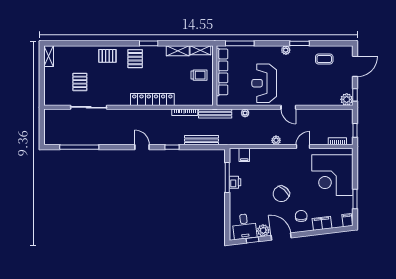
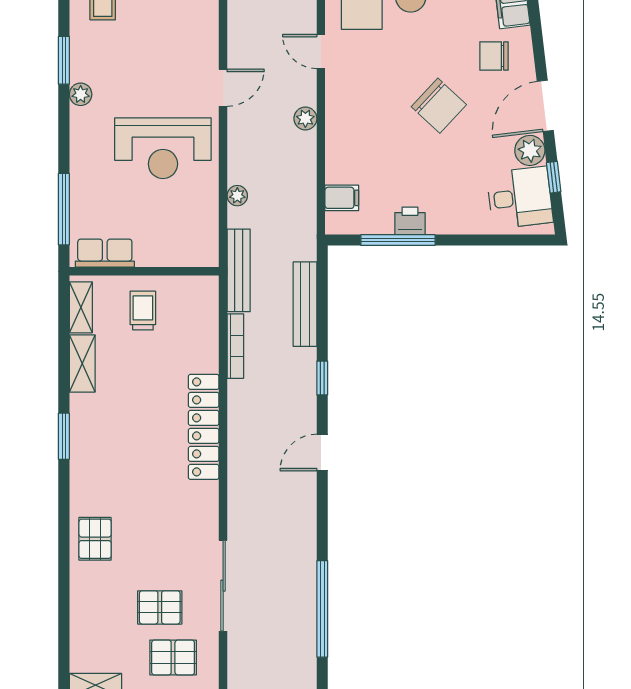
pallet: (135, 59) -> (173, 658), moved
row of seats: (222, 72) -> (105, 253), width x0.50

